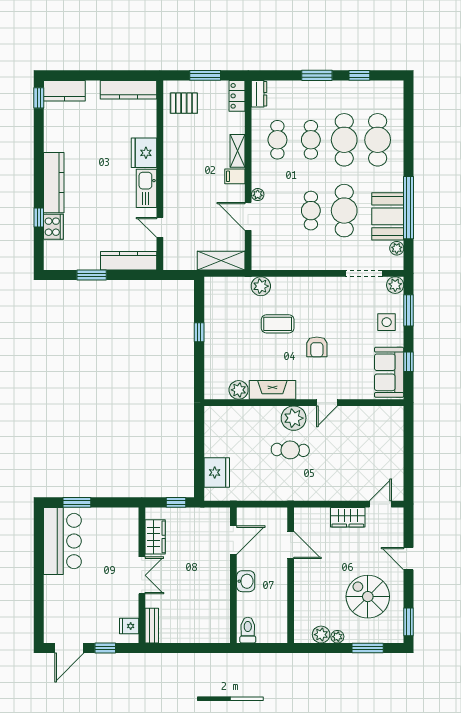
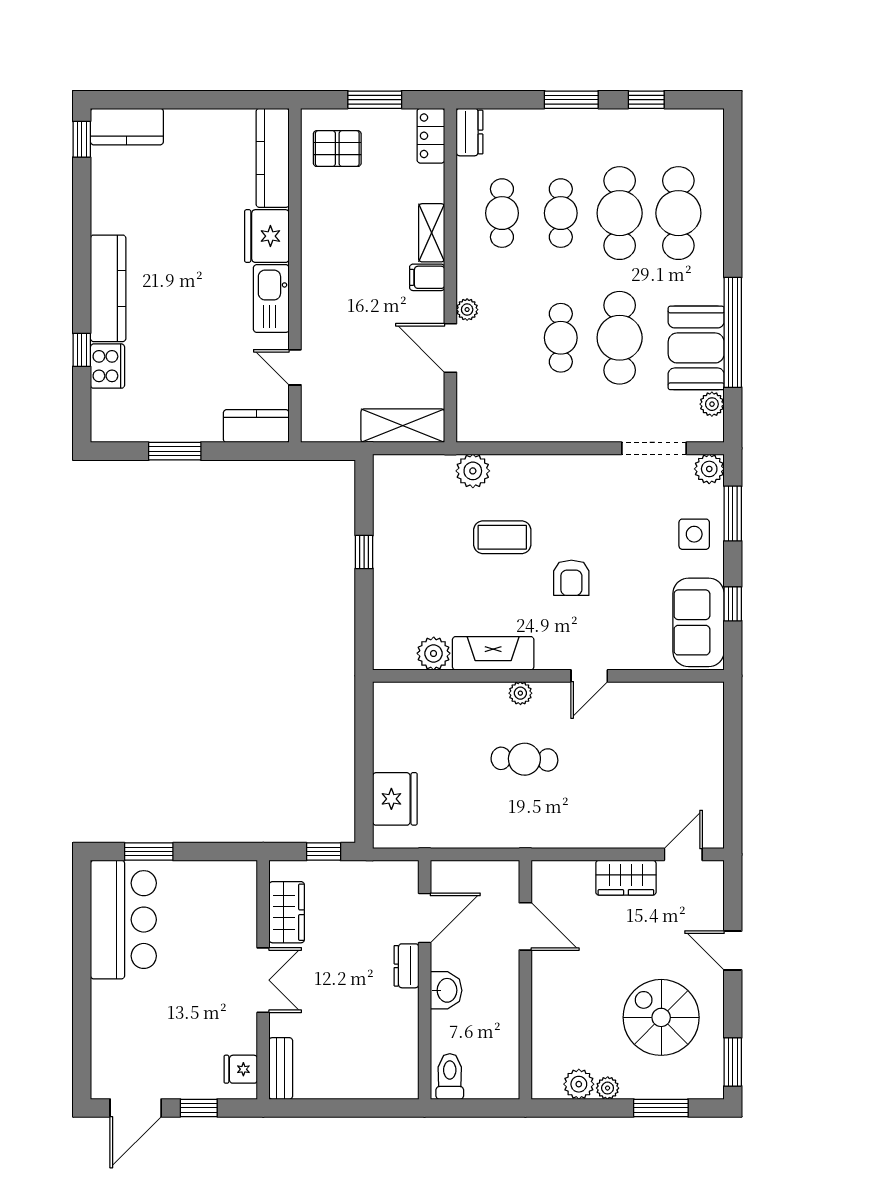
kitchen counter: (128, 90) -> (273, 158), moved, turned 90
kitchen counter: (129, 261) -> (256, 426), width x0.67
plant: (294, 418) -> (520, 693), width x0.53, depth x0.53
dresser: (223, 567) -> (406, 966), added

